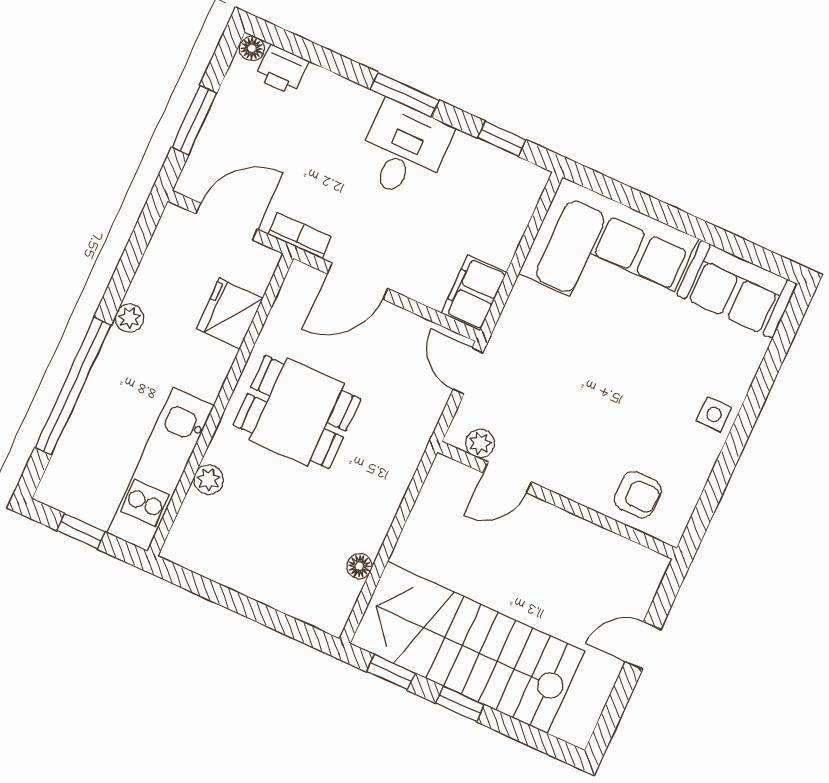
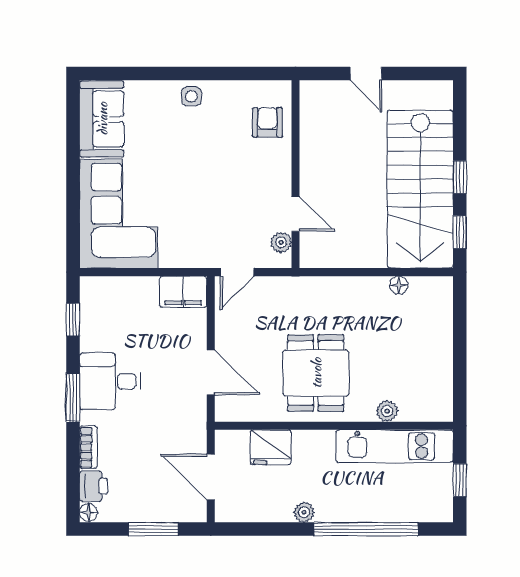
bookcase: (299, 236) -> (88, 447), moved, turned 180

